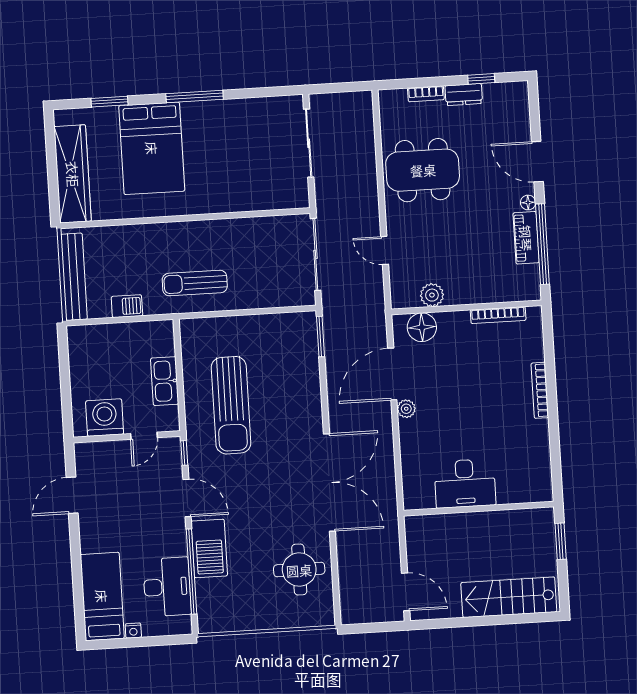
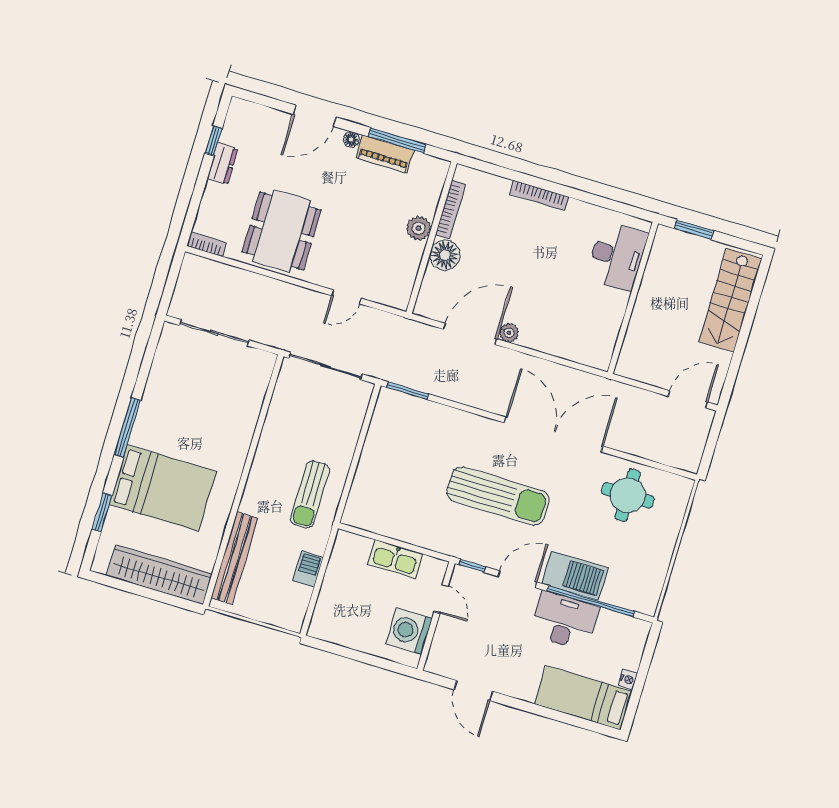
bookcase: (426, 94) -> (207, 244), moved, turned -90
window: (542, 244) -> (397, 140), width x0.68
bench: (74, 277) -> (234, 558), moved, turned 90
plant: (432, 295) -> (419, 228), moved
floor lamp: (422, 327) -> (445, 255), moved
door: (392, 374) -> (470, 334), swing flipped
sun lounger: (231, 405) -> (498, 496), moved
desk: (465, 483) -> (617, 256), moved
desk: (167, 587) -> (564, 621), moved

